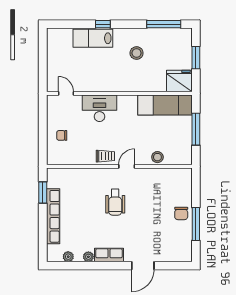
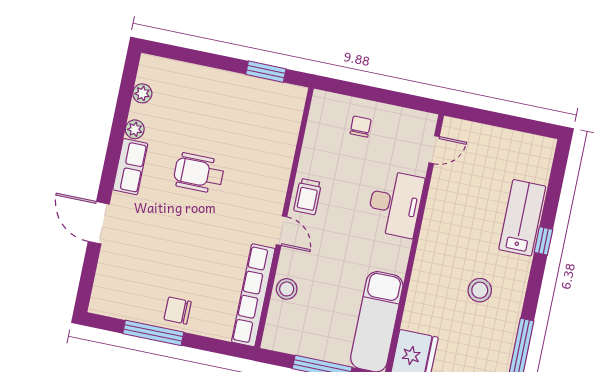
wheelchair: (115, 202) -> (199, 173), moved
row of seats: (53, 216) -> (253, 295), moved, turned 90

